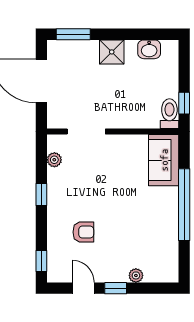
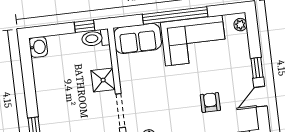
washbasin: (149, 49) -> (38, 47), moved
shower: (112, 52) -> (103, 80), moved
corner sofa: (154, 222) -> (194, 41), added
plant: (136, 275) -> (240, 25), moved

